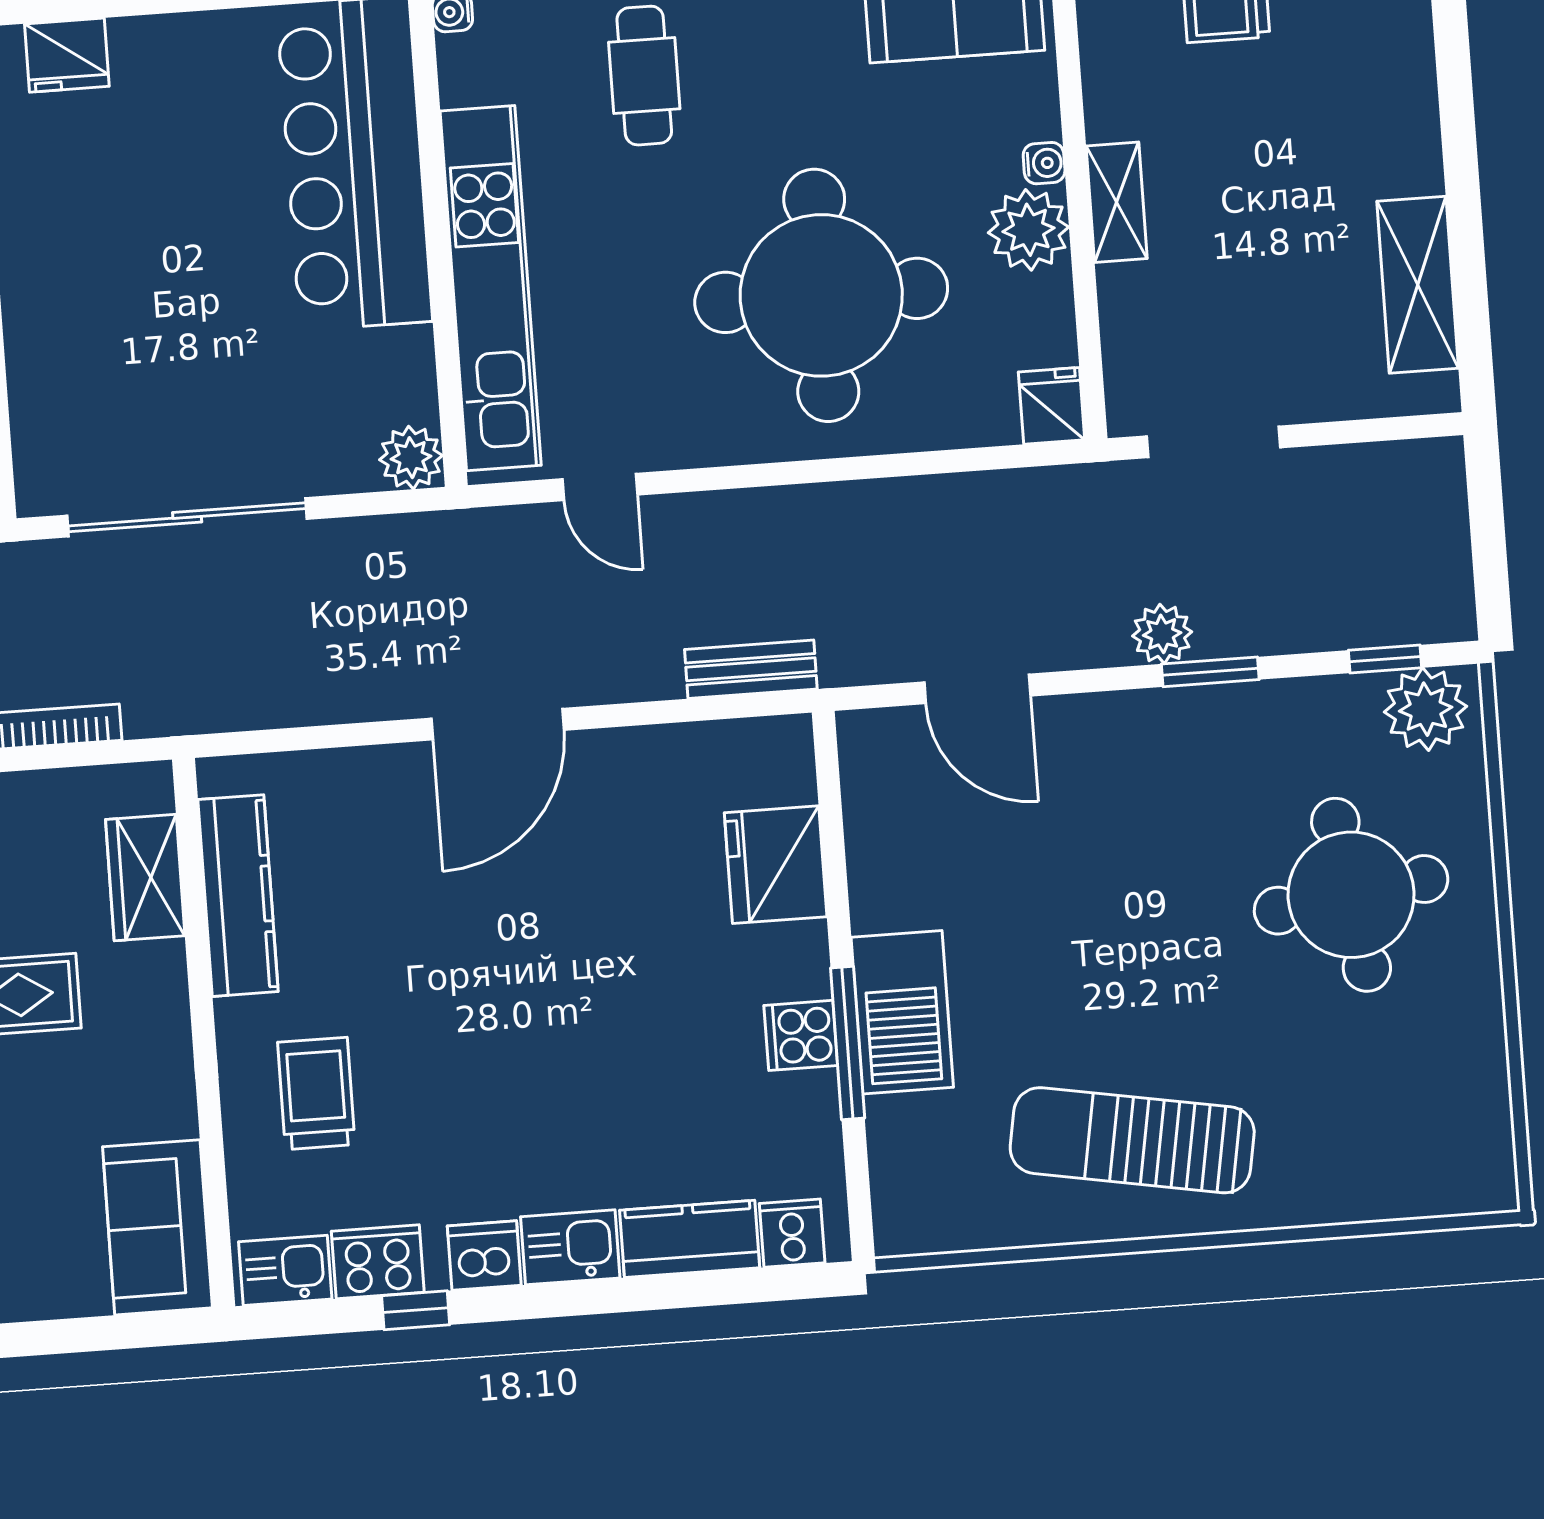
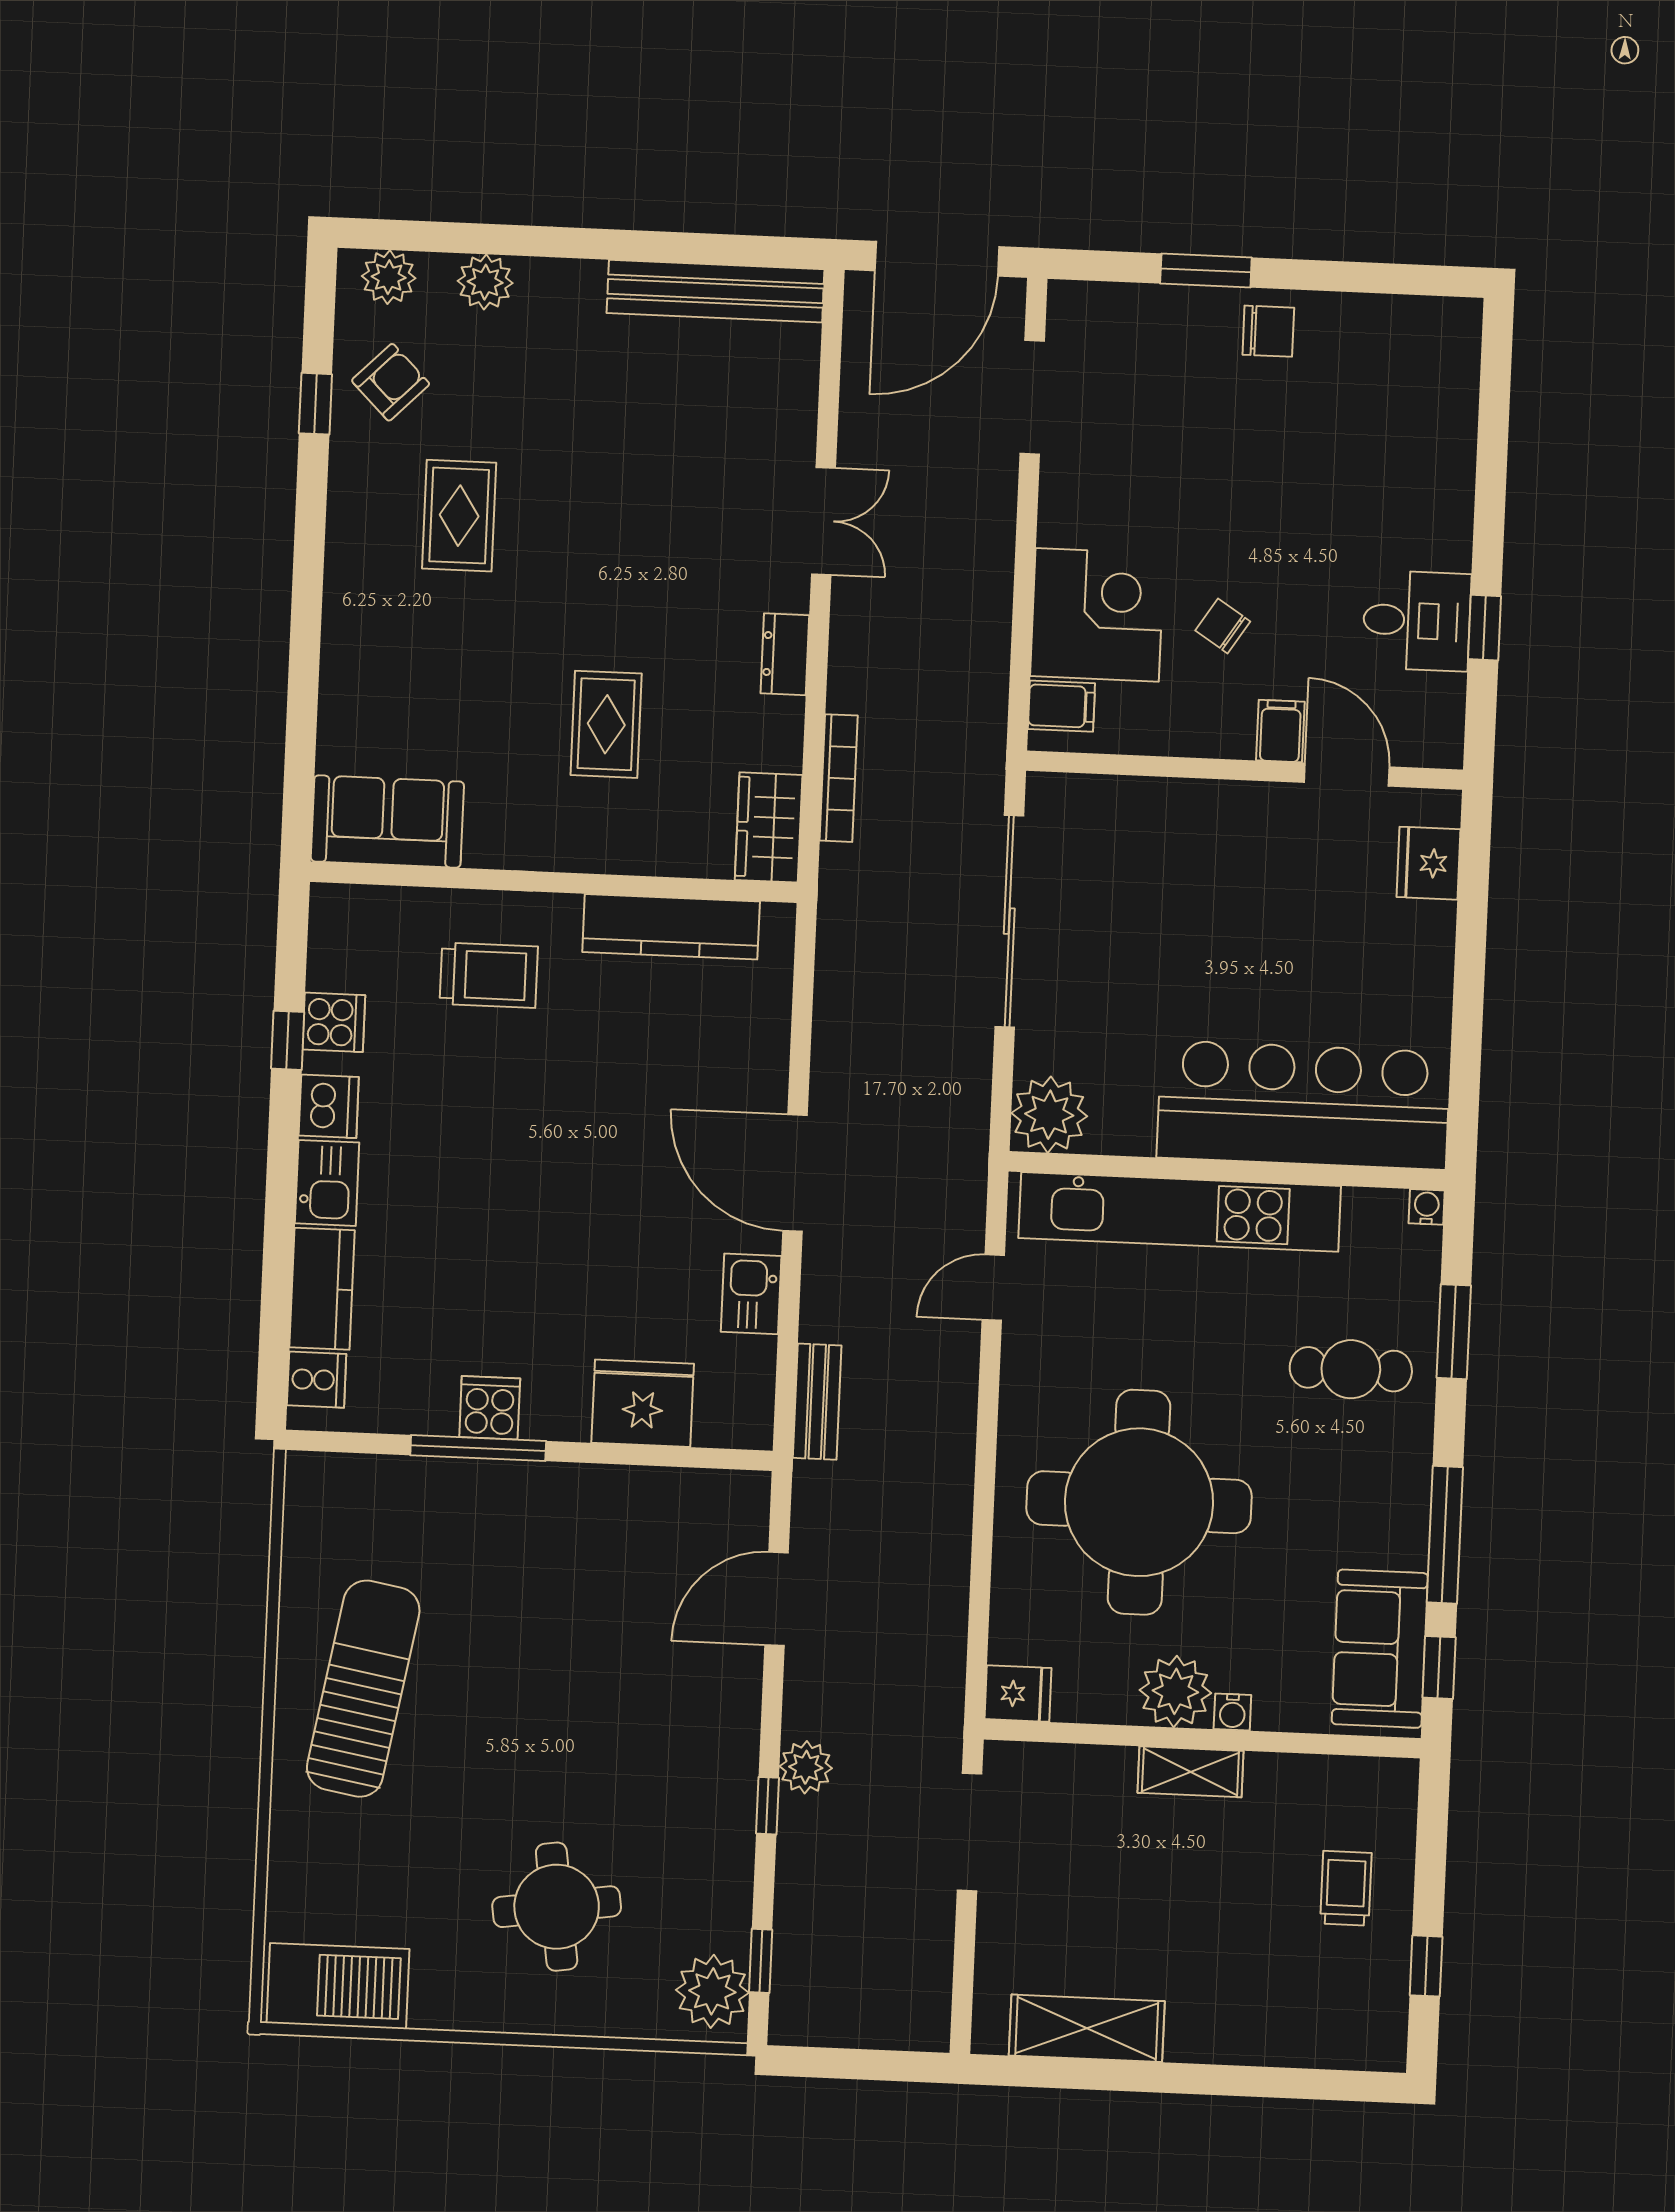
plant: (411, 458) -> (1049, 1115), width x1.36, depth x1.36
window: (1210, 672) -> (767, 1806), width x0.67
wardrobe: (145, 878) -> (769, 827), moved, turned -90
round table: (1351, 895) -> (557, 1907), width x0.73, depth x0.73
barbecue: (902, 1012) -> (338, 1986), moved, turned 180
cooker: (378, 1262) -> (334, 1022), width x0.73
kitchen sink: (285, 1270) -> (751, 1294), moved, turned 180

